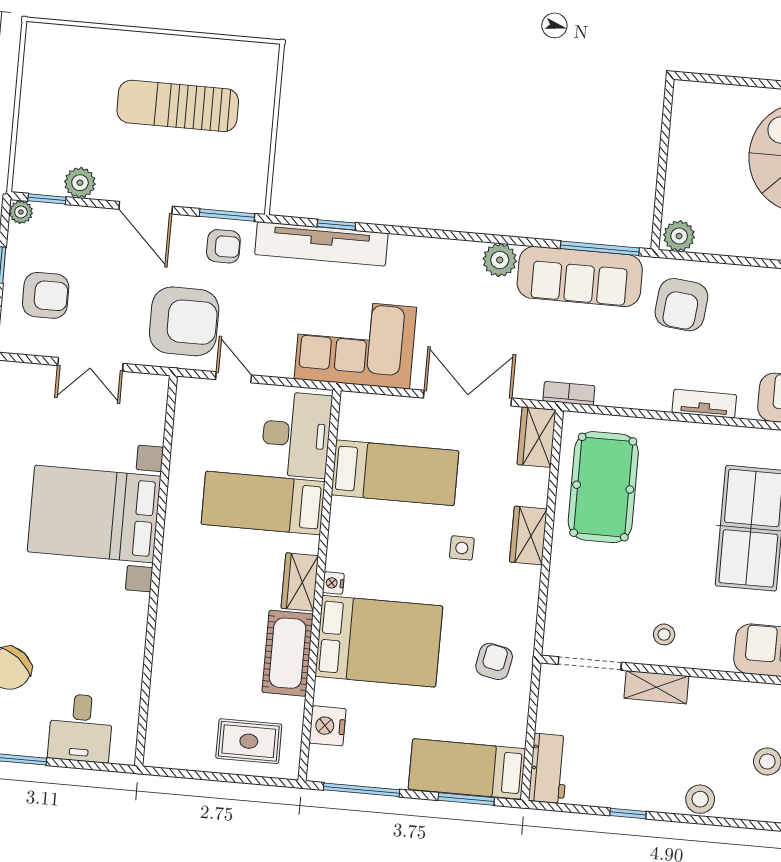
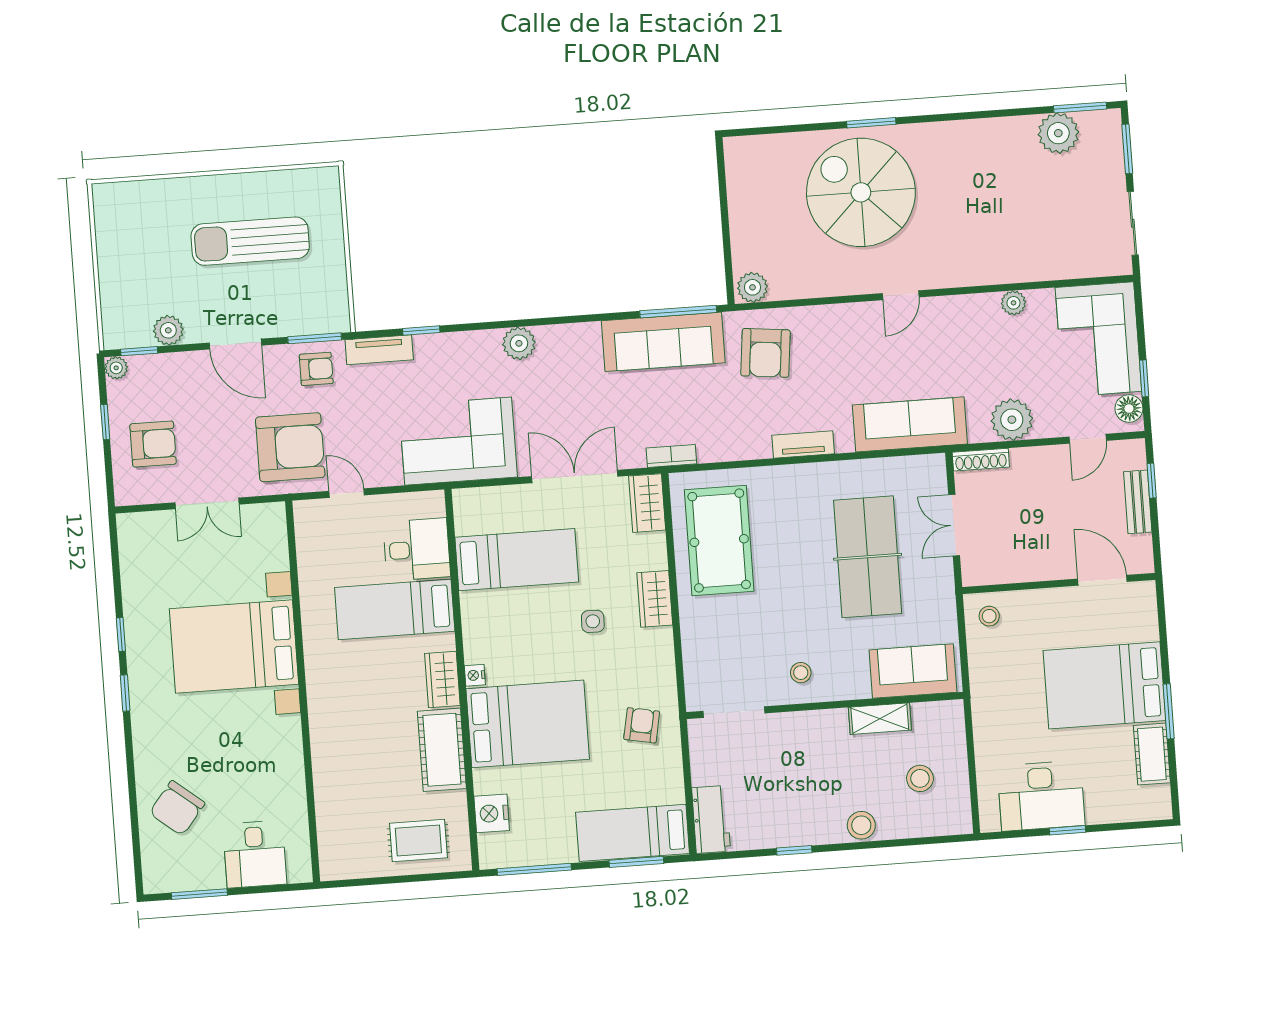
tv unit: (321, 244) -> (379, 350), width x0.52, depth x0.78
plant: (500, 260) -> (519, 343), moved
desk: (296, 435) -> (417, 549), width x0.73
shelving: (656, 687) -> (880, 719), moved

